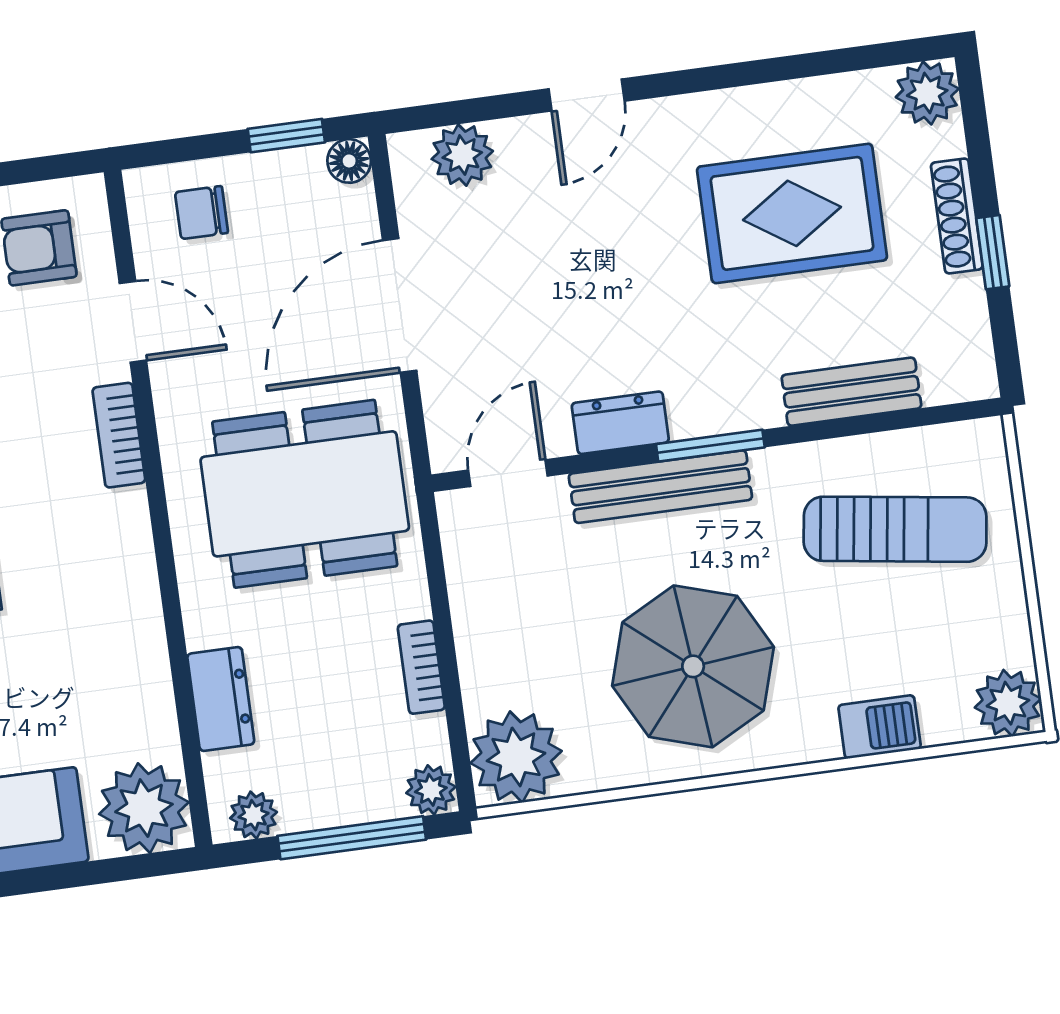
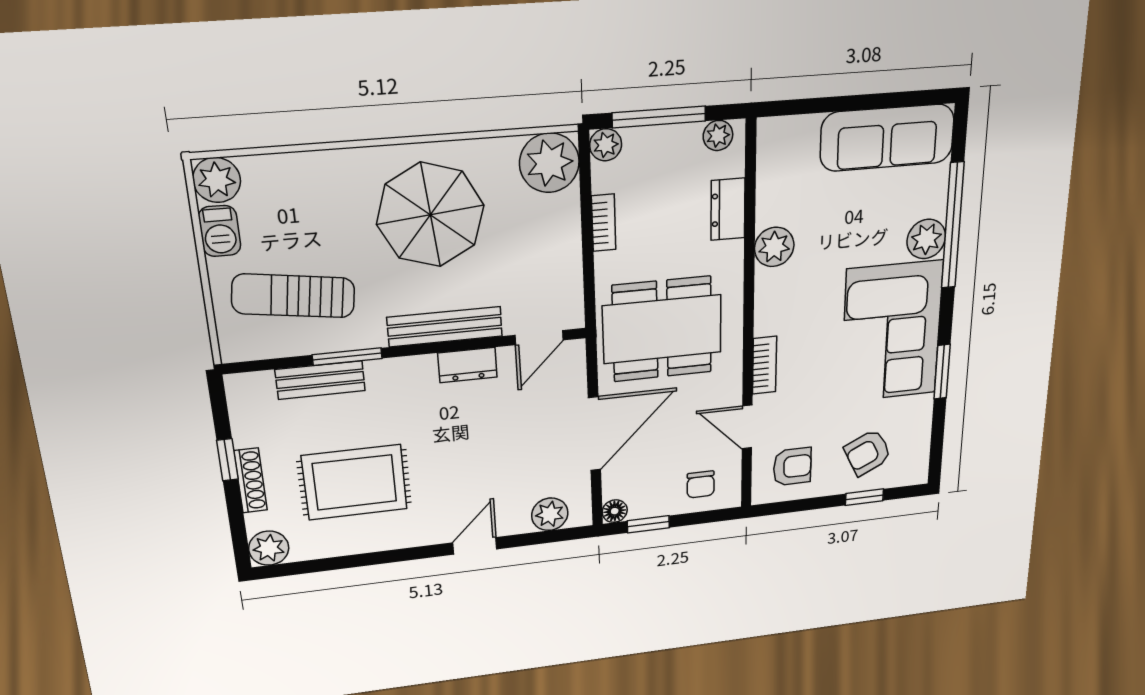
chair: (202, 213) -> (701, 484), turned 90
window: (710, 446) -> (347, 357), moved
barbecue: (880, 727) -> (220, 231), moved, turned -90
plant: (144, 808) -> (774, 247), moved, width x0.73, depth x0.73

